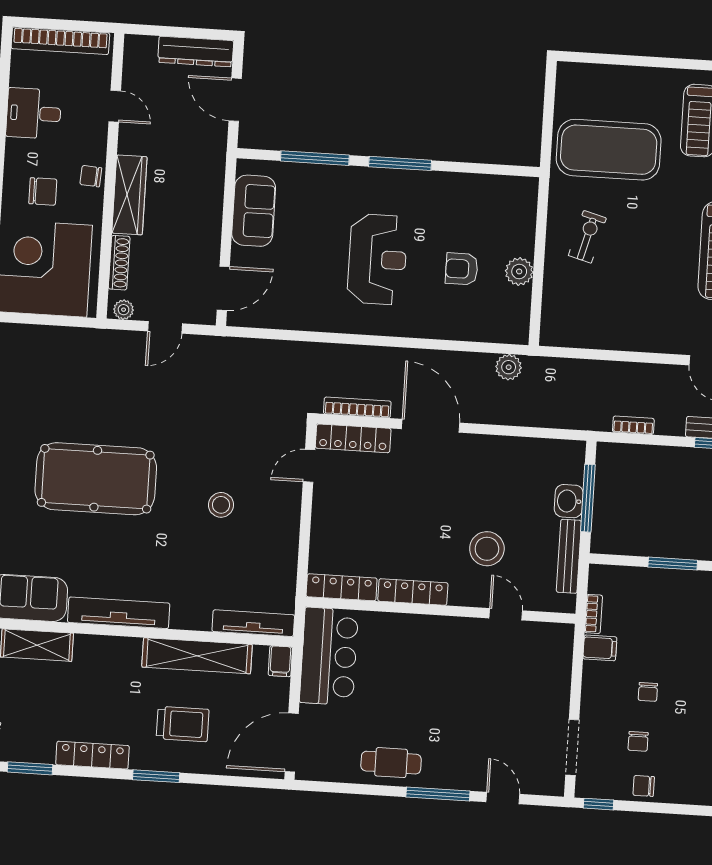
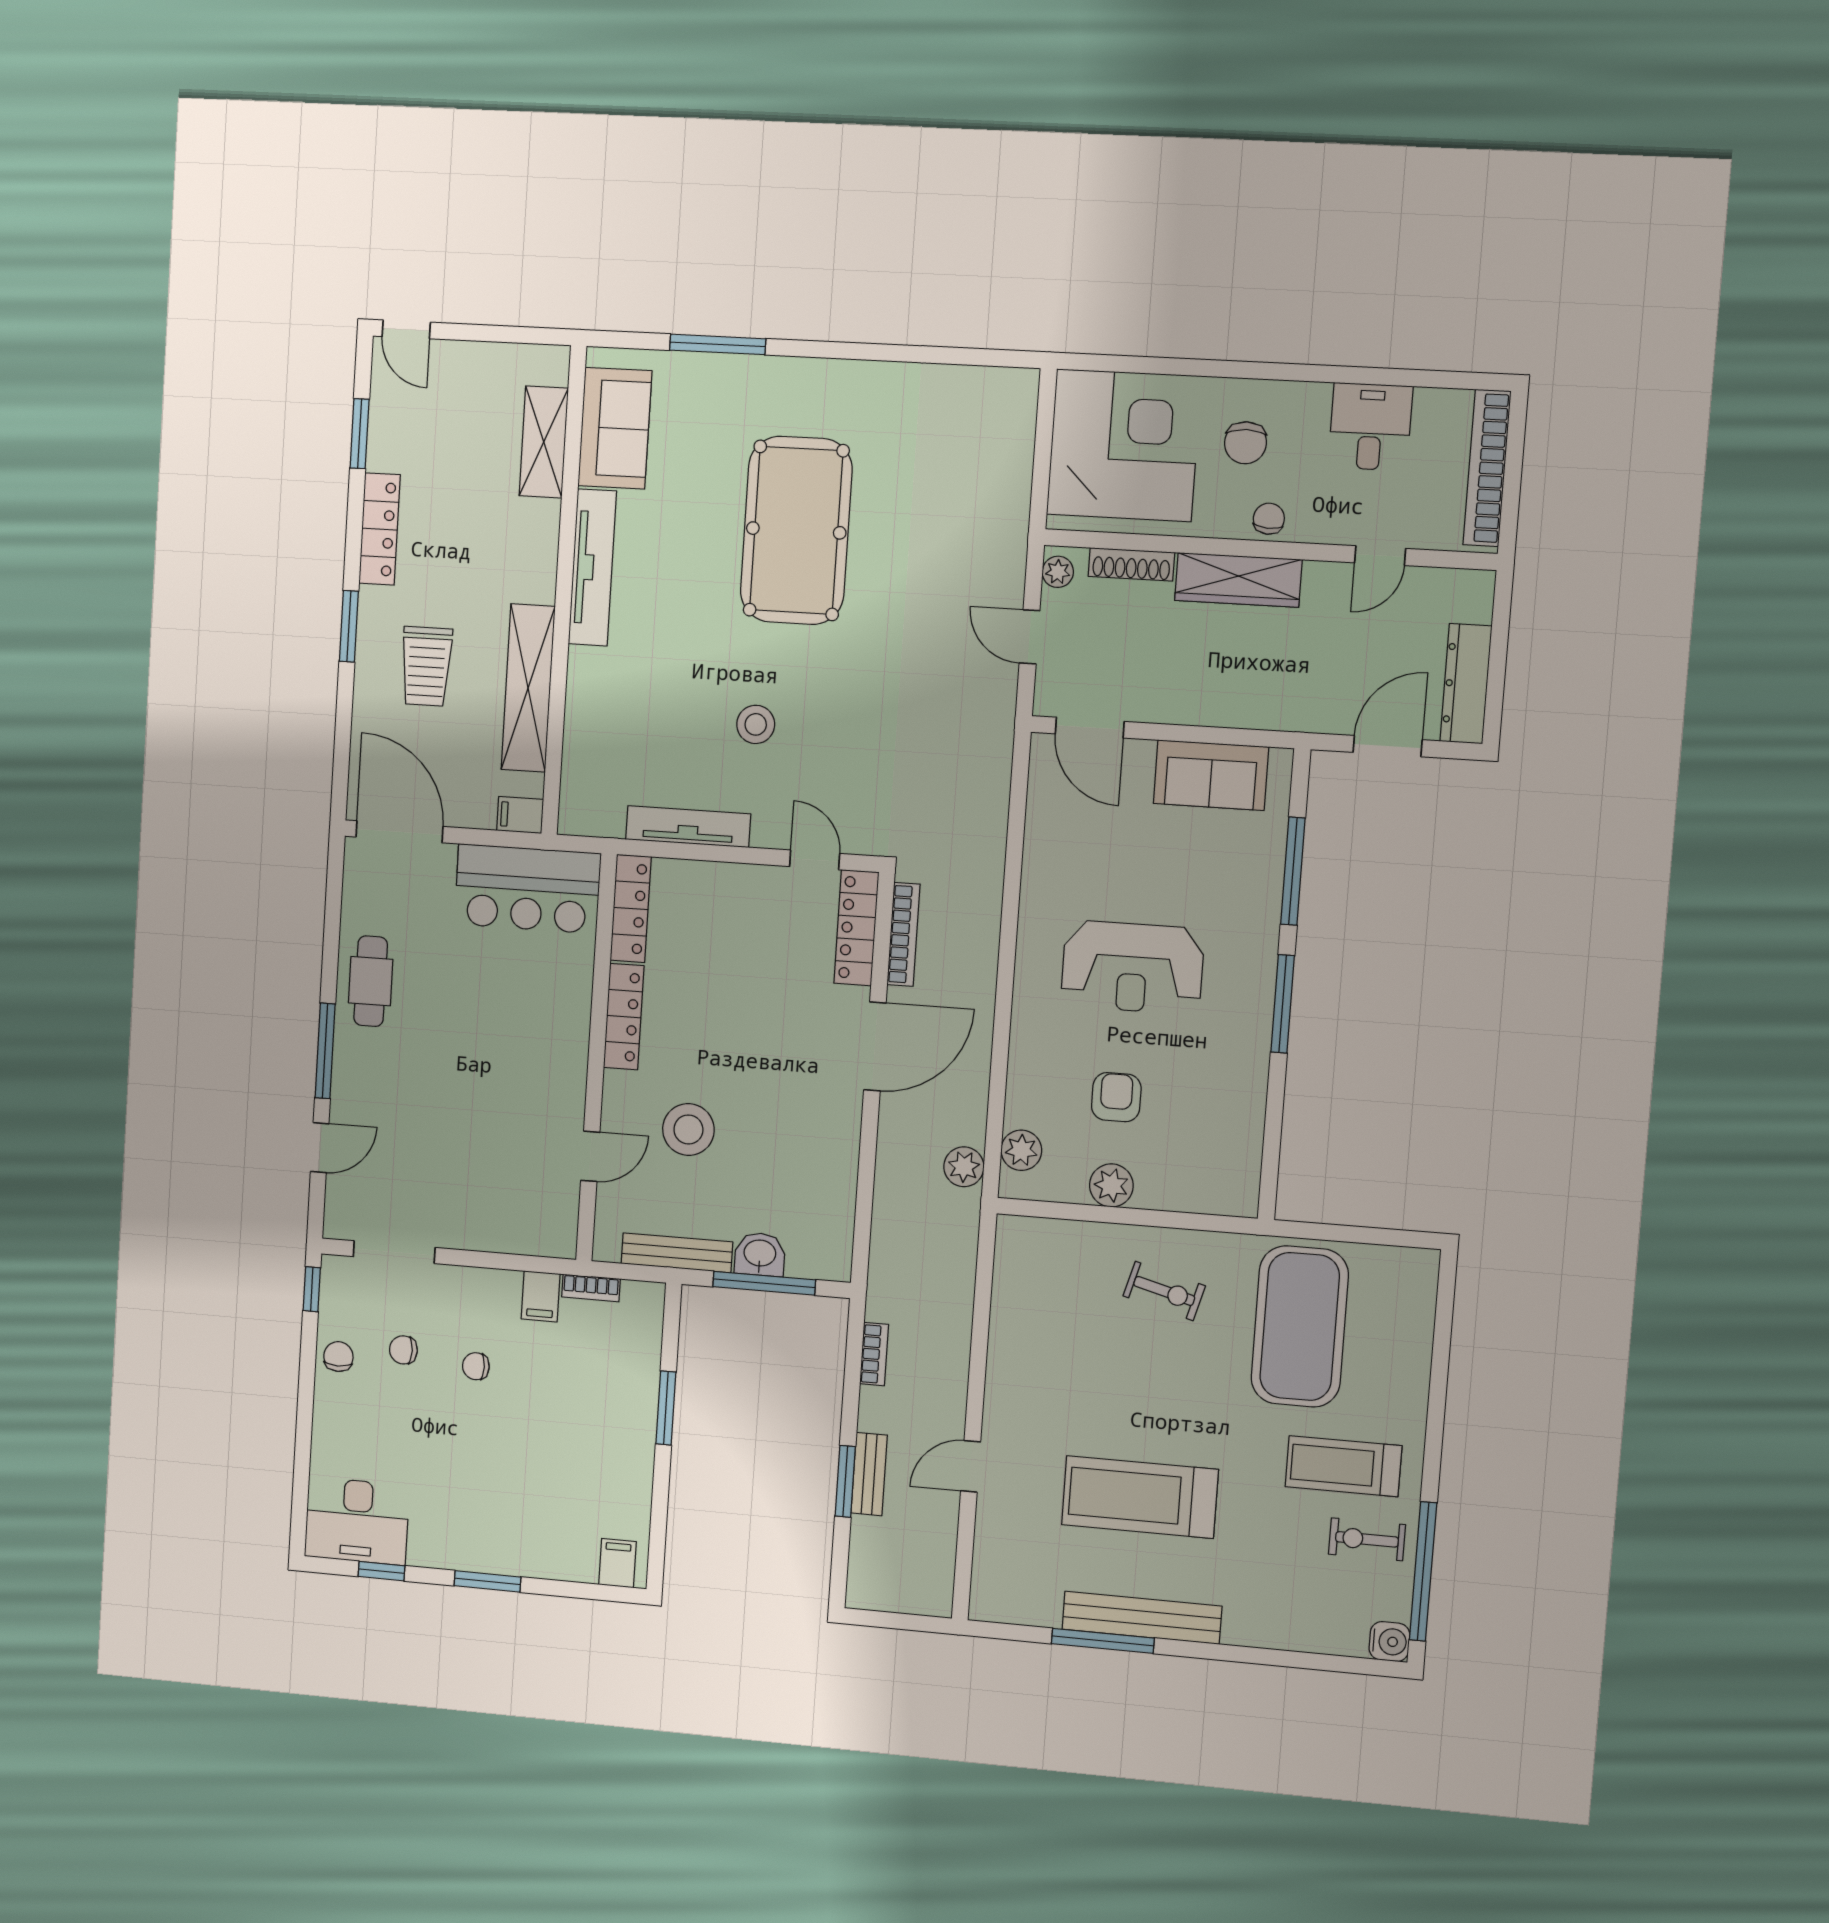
plant: (497, 330) -> (1021, 1150), added
tv unit: (253, 623) -> (688, 827), moved, turned -90

